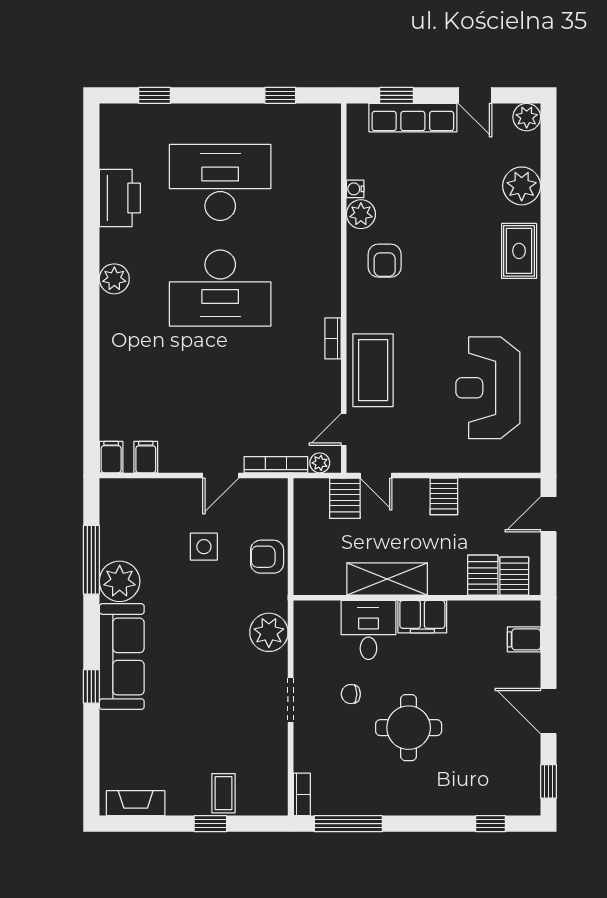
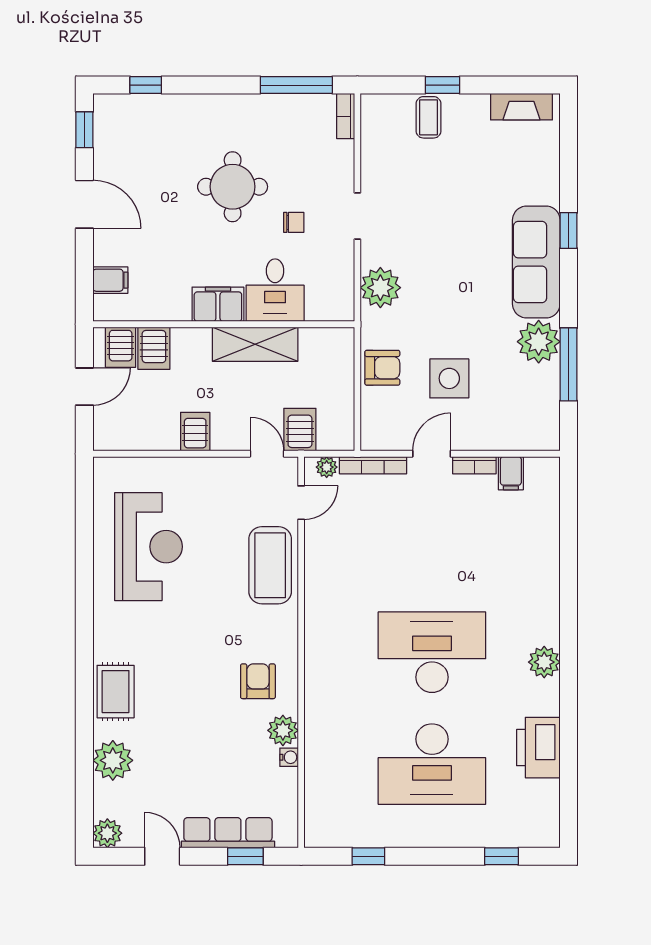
bookcase: (333, 338) -> (474, 465), moved, turned 90
filing cabinet: (111, 457) -> (548, 473), removed
door: (548, 514) -> (84, 387), moved
side table: (204, 547) -> (449, 378), width x1.37, depth x1.37

